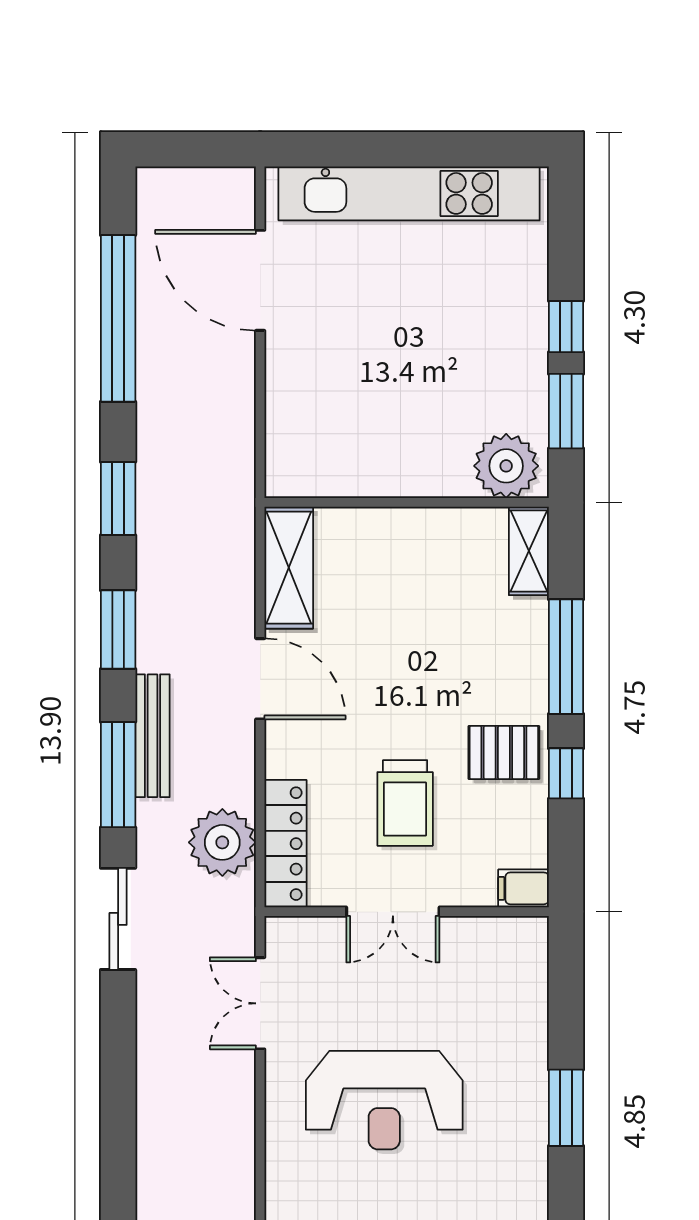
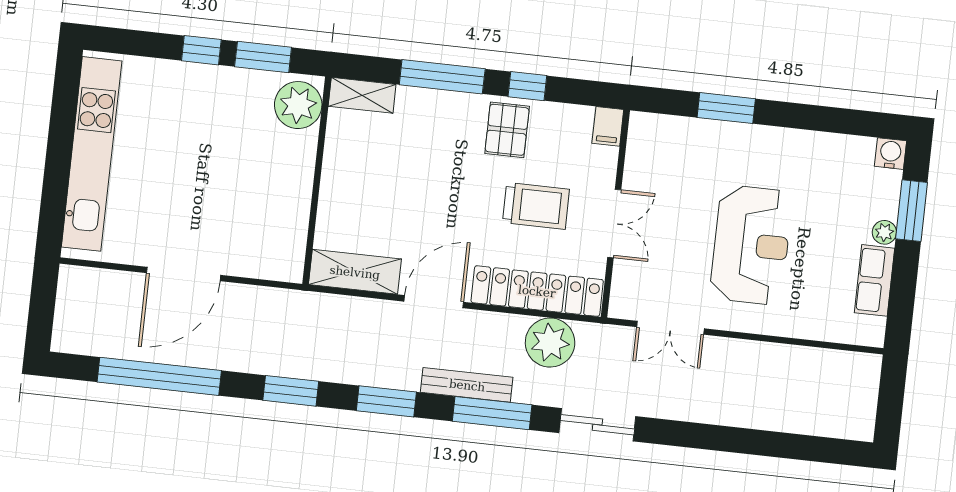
door: (260, 280) -> (184, 274), moved
locker: (286, 844) -> (537, 291), width x1.41, depth x1.21
window: (566, 1108) -> (726, 108), moved

